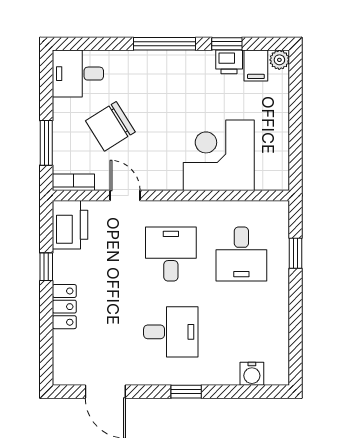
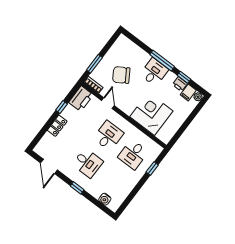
desk: (78, 74) -> (154, 72), moved, turned 90

